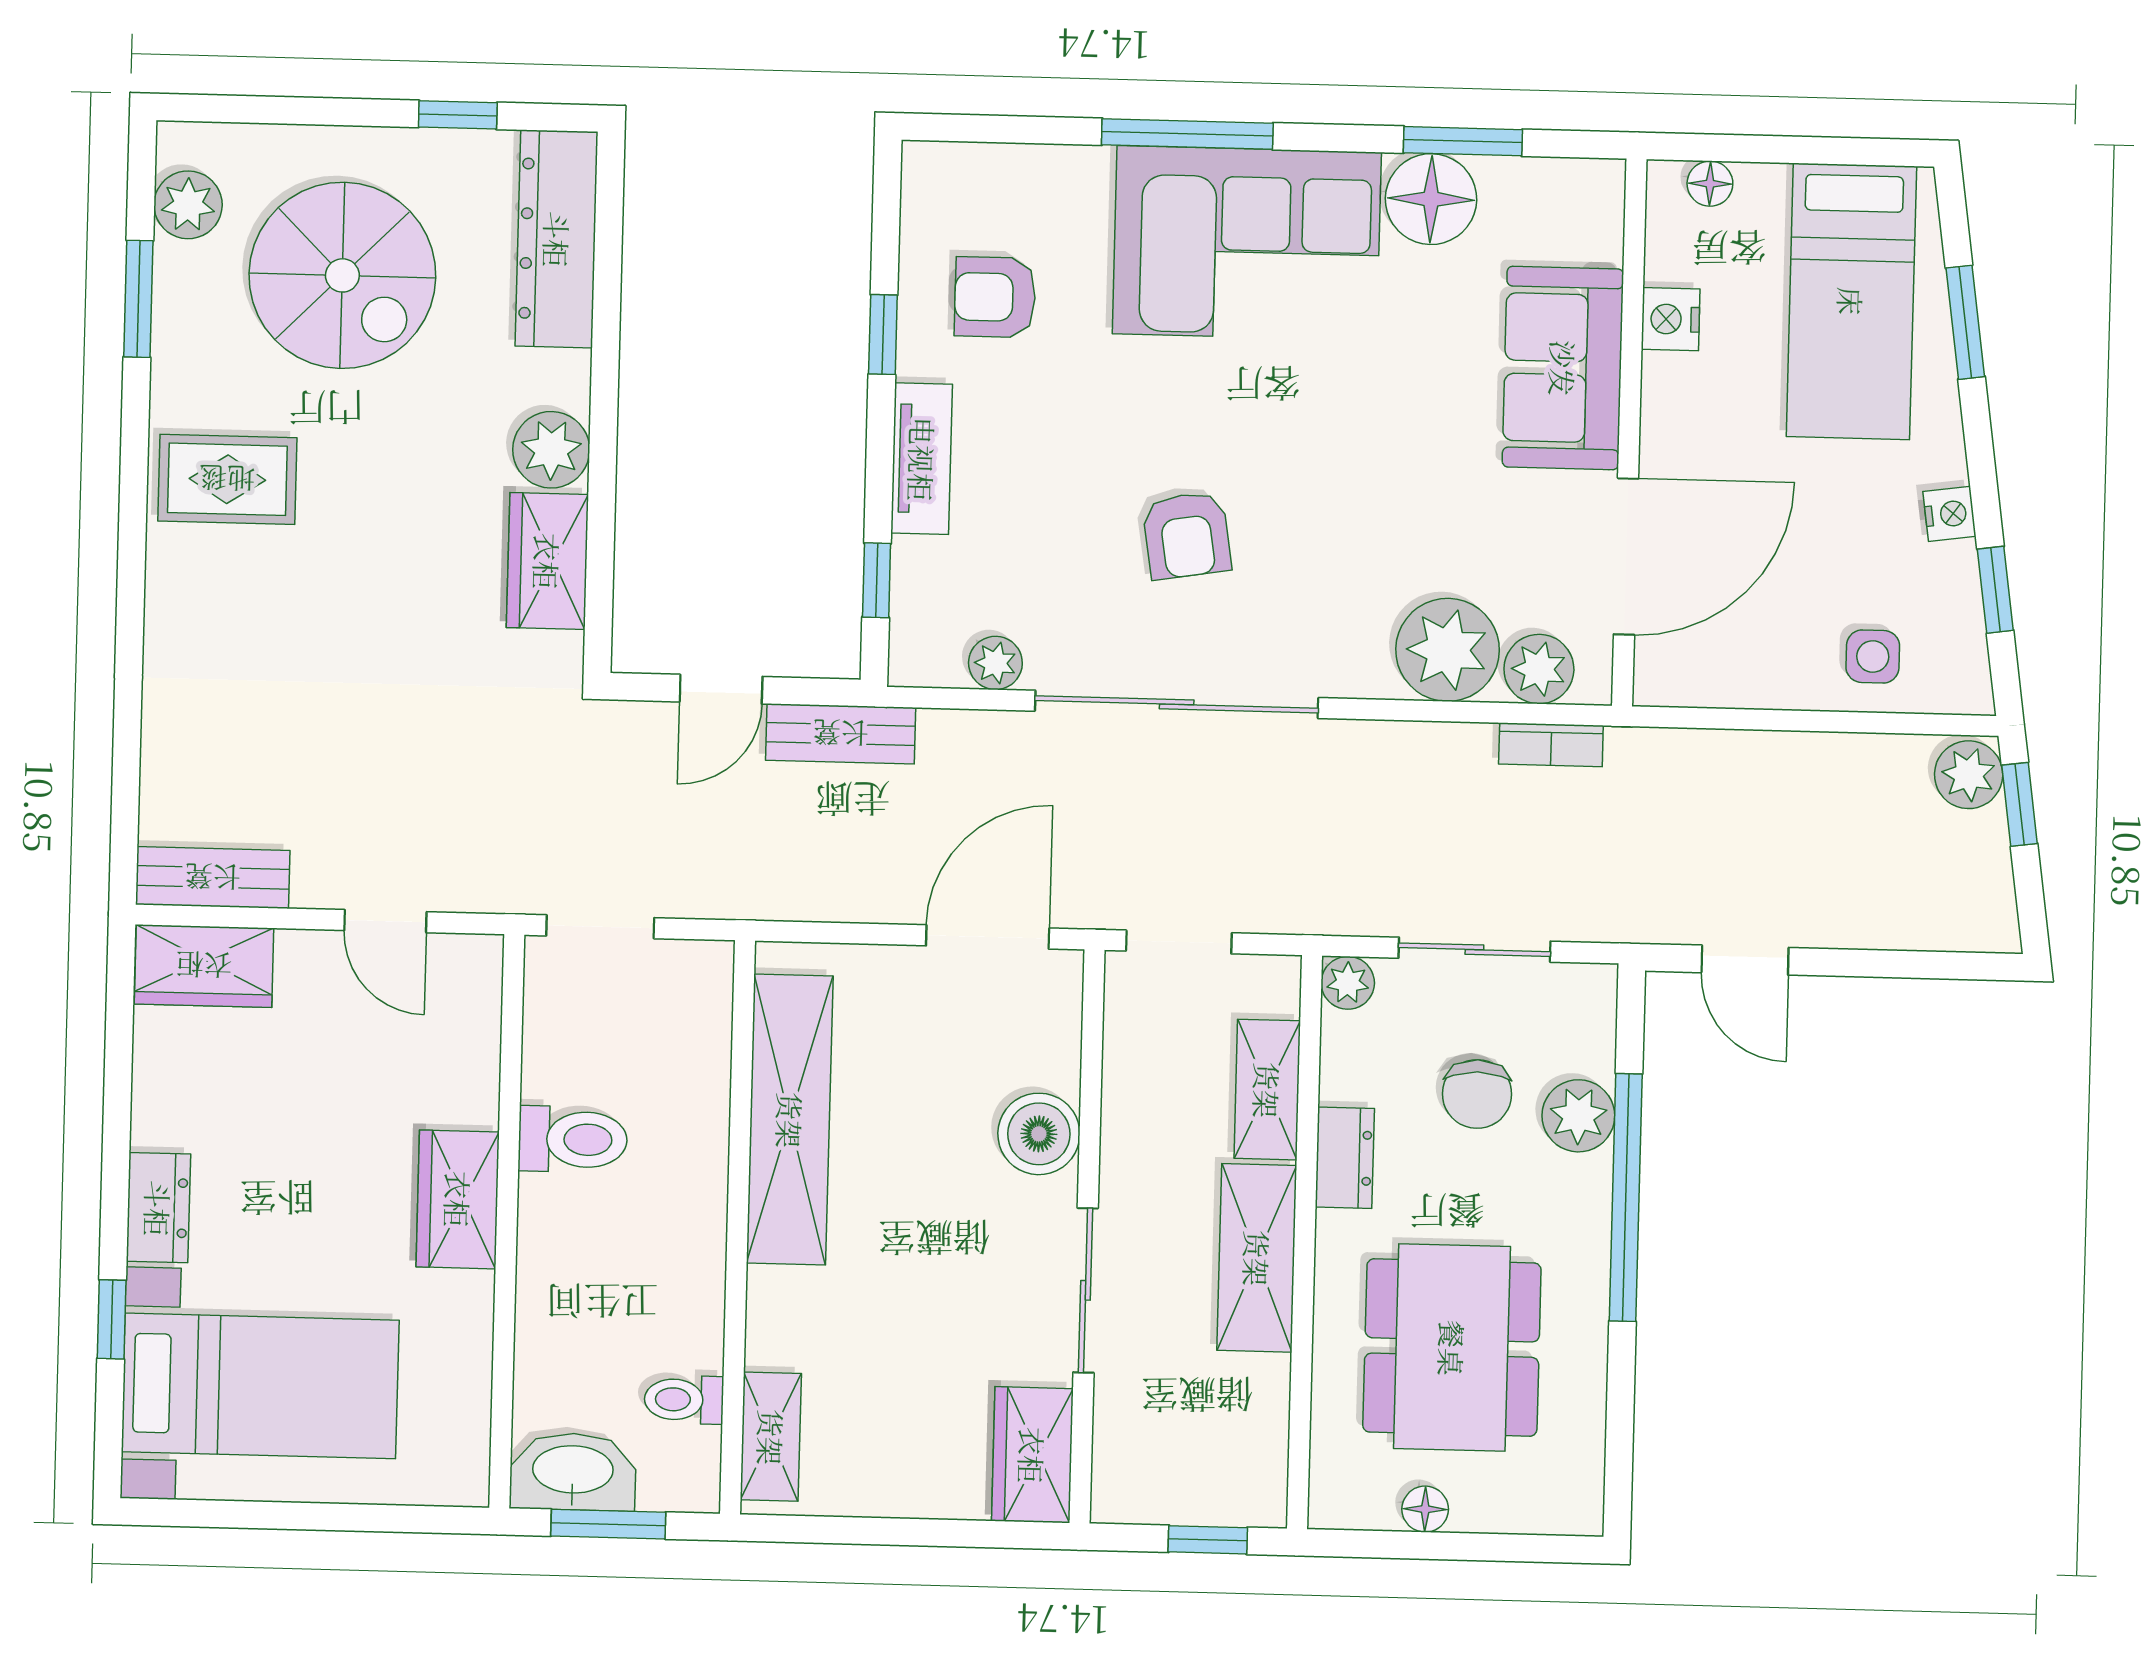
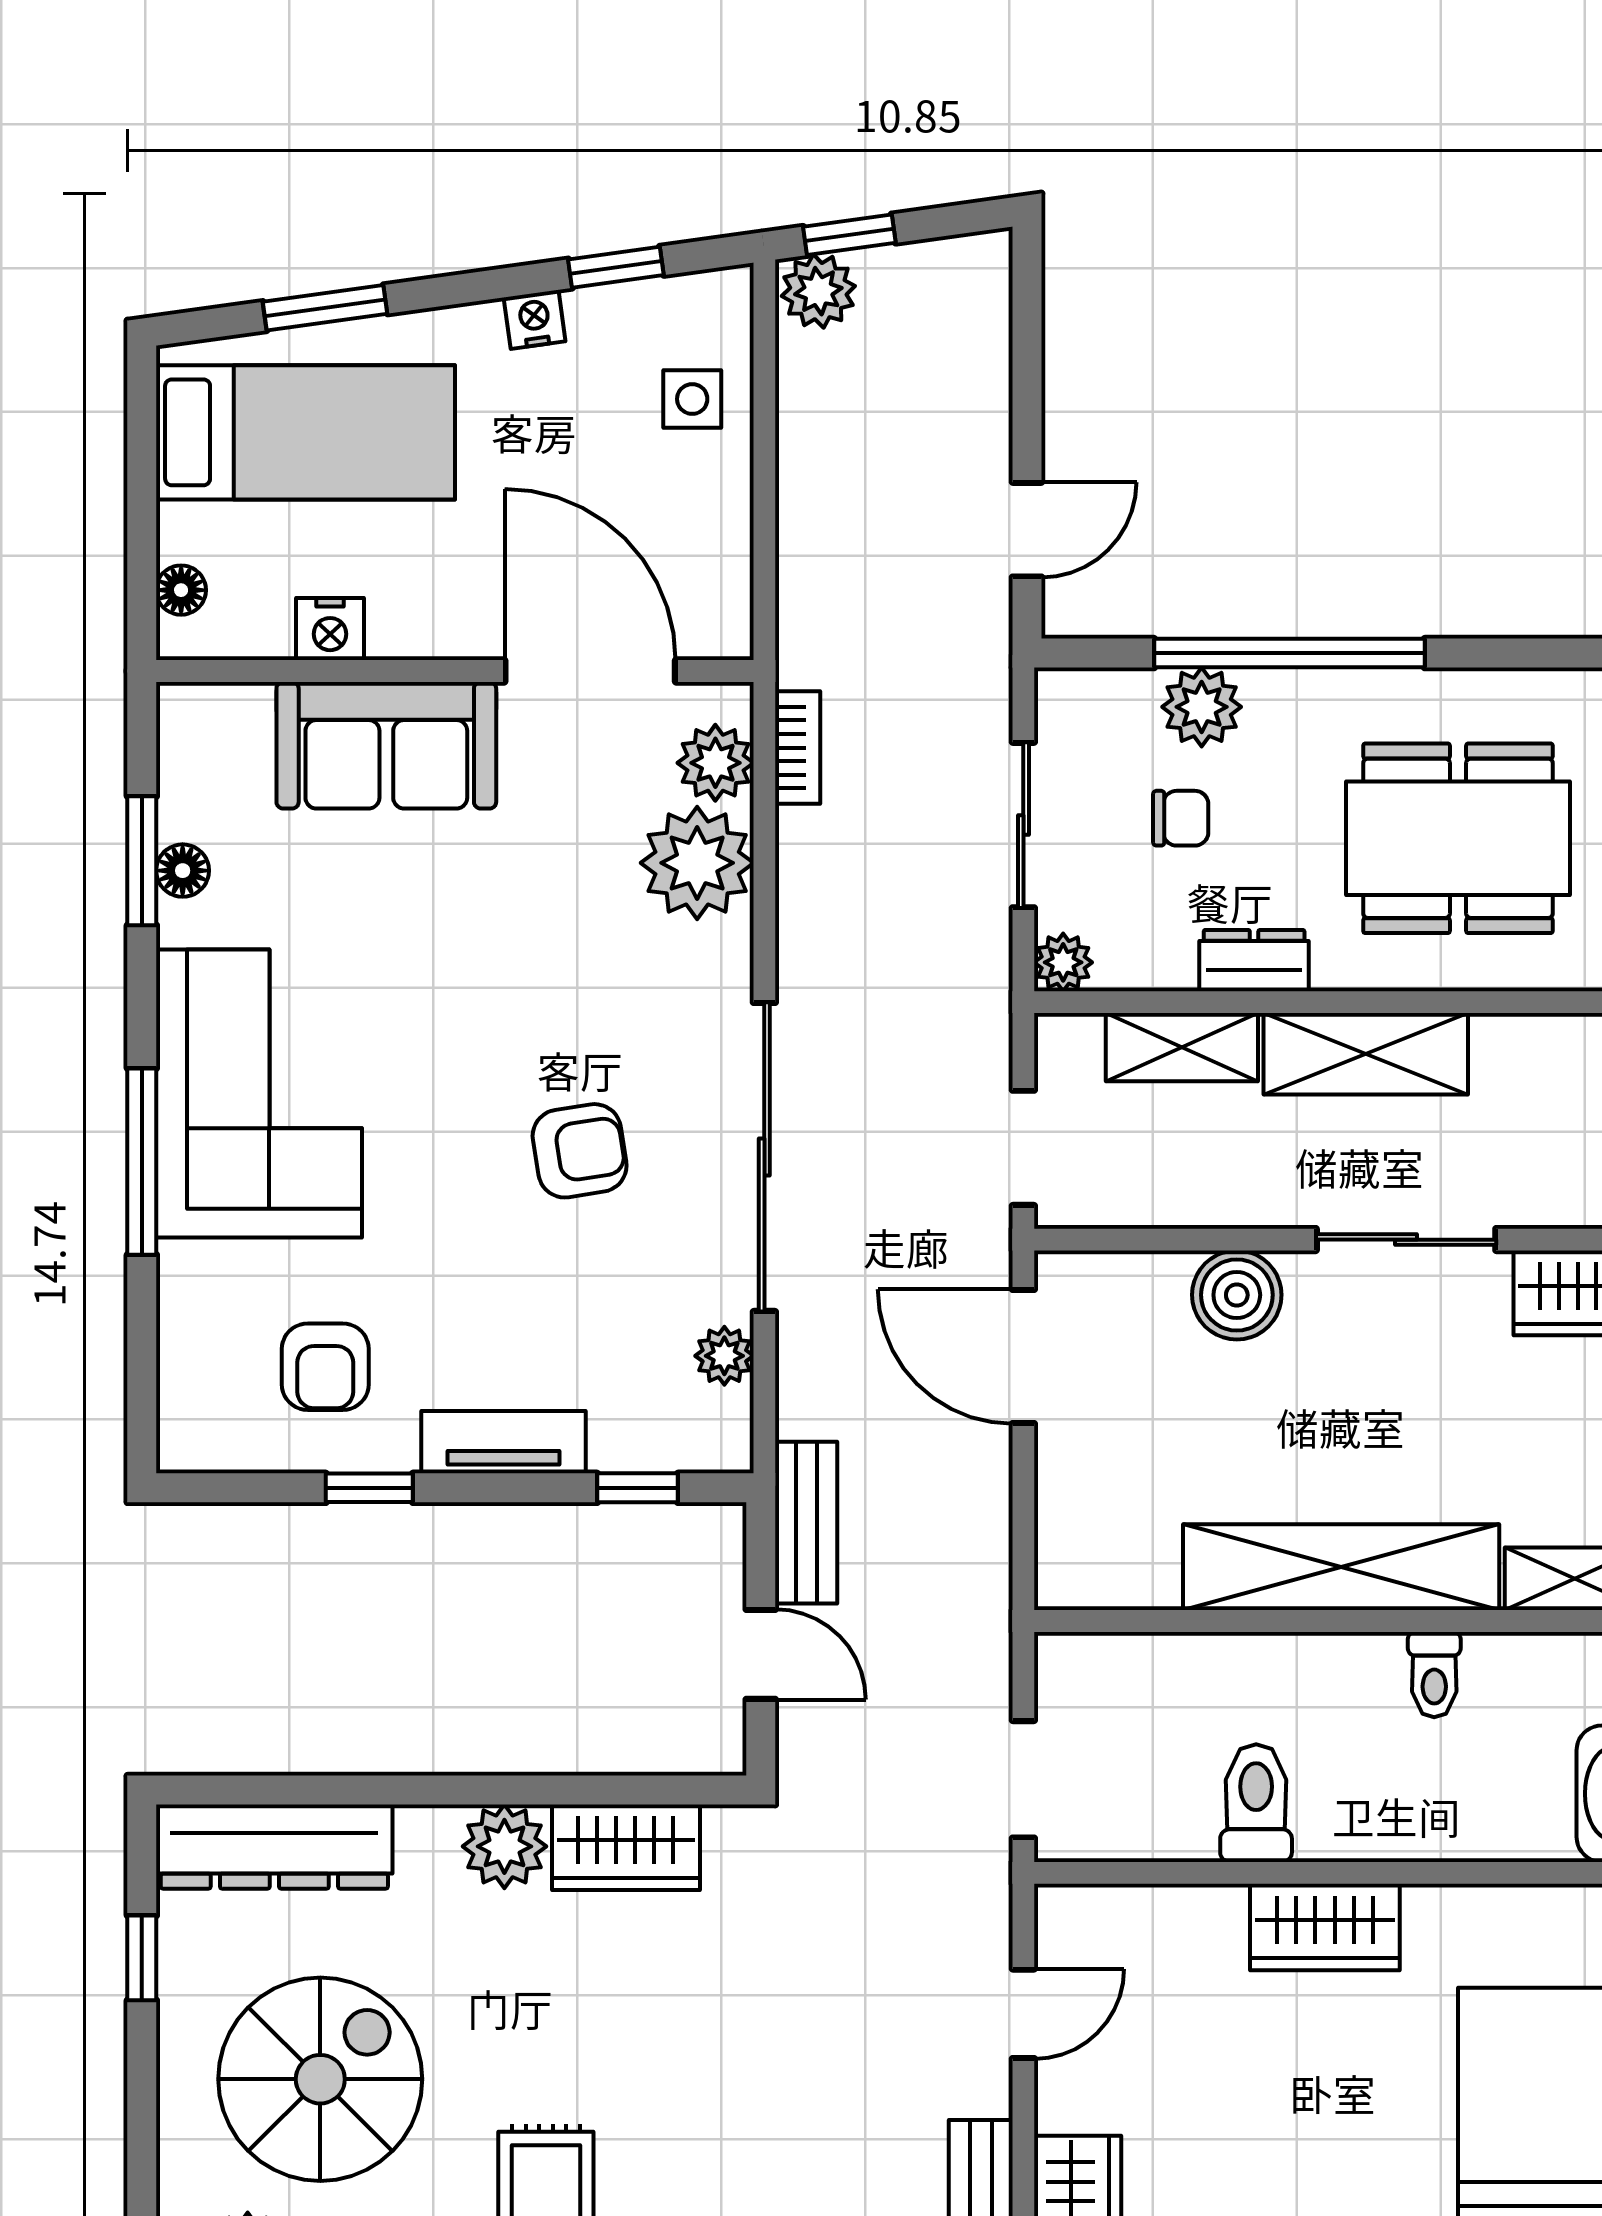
floor lamp: (1431, 199) -> (183, 871), width x0.53, depth x0.53
chair: (1477, 1094) -> (1181, 818), width x0.73, depth x0.73
shelving: (790, 1120) -> (1341, 1567), moved
toilet: (684, 1400) -> (1434, 1675), moved

